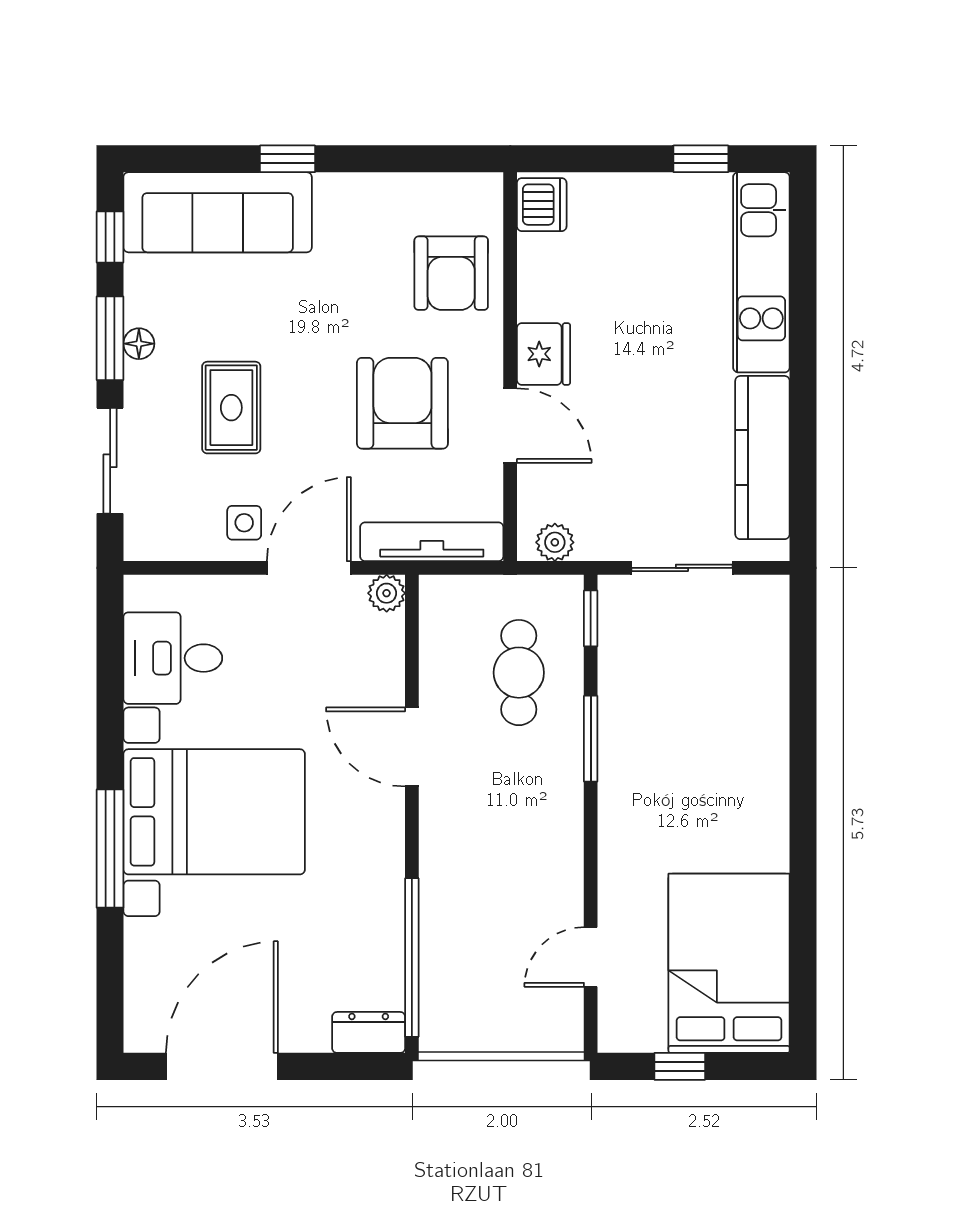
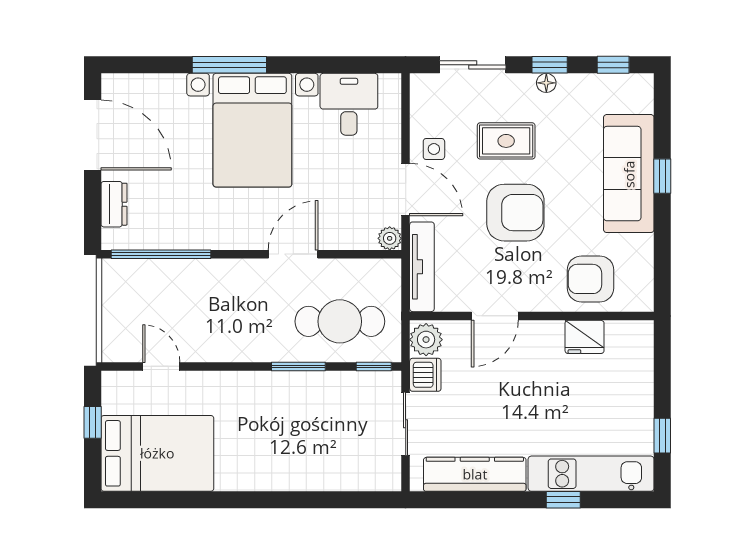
dishwasher: (542, 205) -> (425, 375), moved, turned -90
sofa: (218, 212) -> (629, 174), moved
window: (803, 317) -> (563, 500), added
window: (110, 338) -> (550, 65), width x0.67
fridge: (543, 354) -> (585, 337), moved
armchair: (402, 403) -> (515, 213), moved
plant: (555, 542) -> (426, 340), width x1.38, depth x1.38
cafe table: (519, 673) -> (340, 321), width x1.37, depth x1.35
dresser: (369, 1032) -> (114, 204), moved

